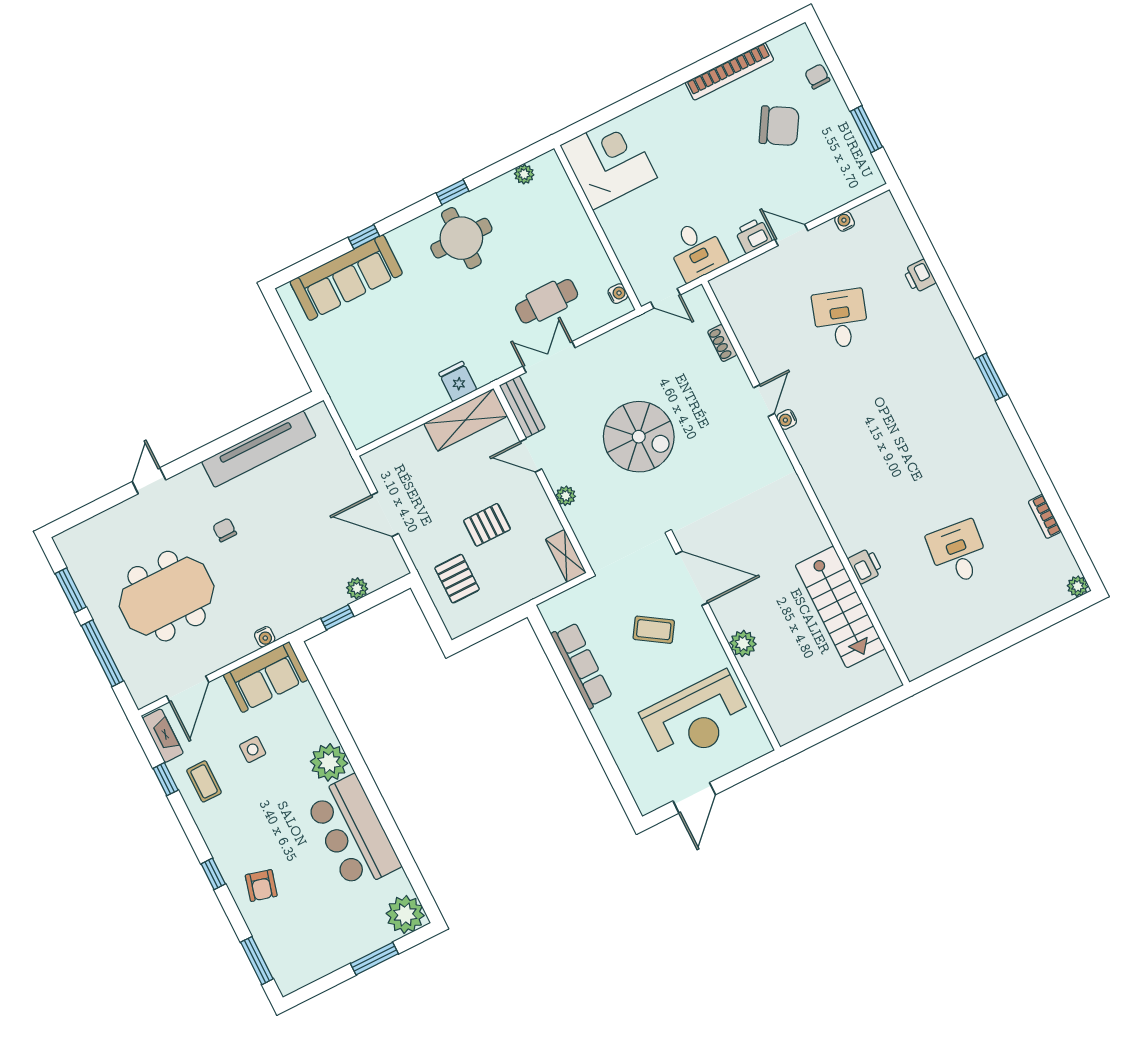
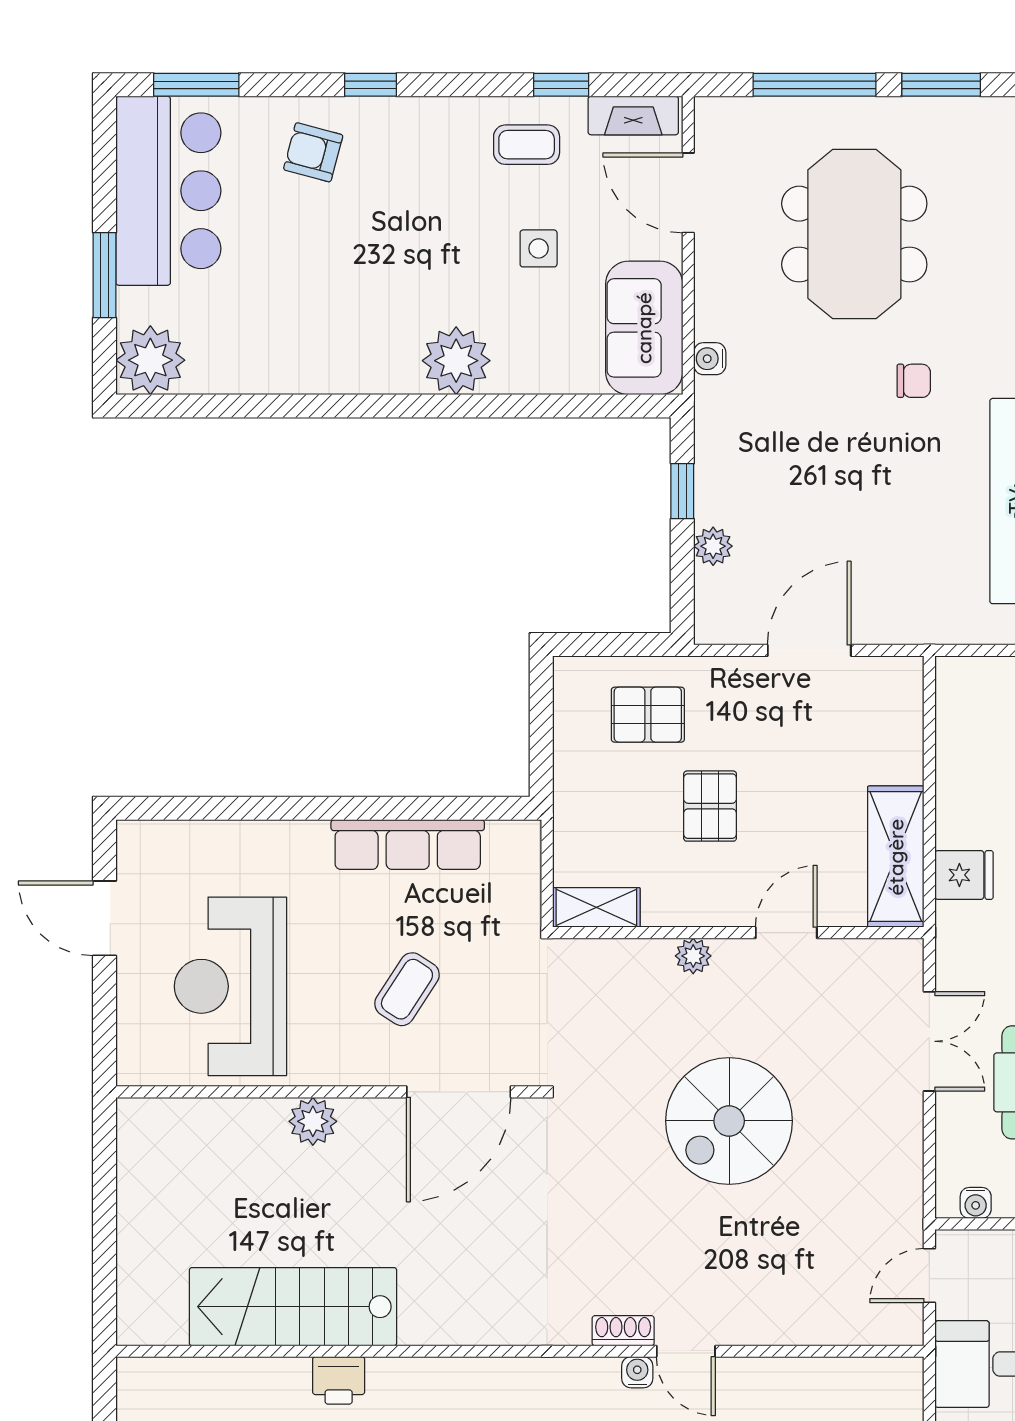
shoe rack: (722, 343) -> (623, 1331), moved
bench: (522, 407) -> (871, 958), removed
bar counter: (353, 833) -> (168, 191), moved, turned 90

